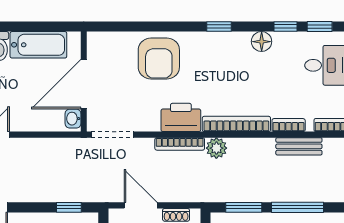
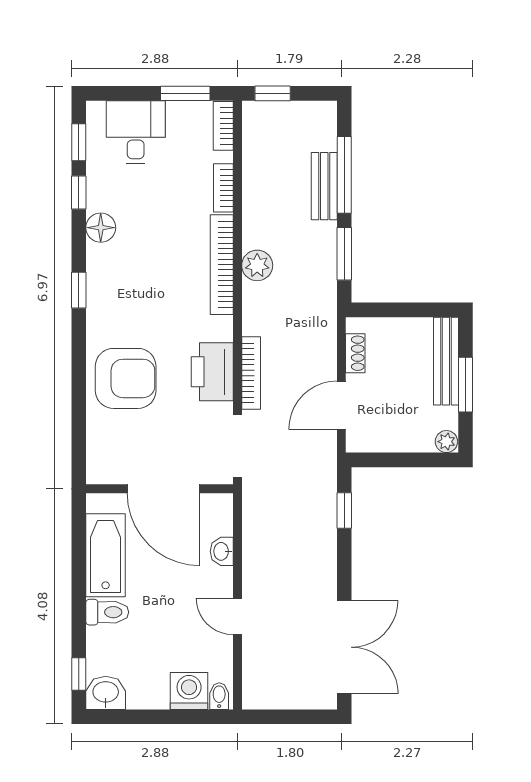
printer: (181, 117) -> (212, 372), moved
washbasin: (73, 119) -> (222, 551), moved, turned 90
bookcase: (180, 144) -> (251, 373), moved
bench: (299, 146) -> (324, 186), moved
plant: (216, 148) -> (257, 265), moved

